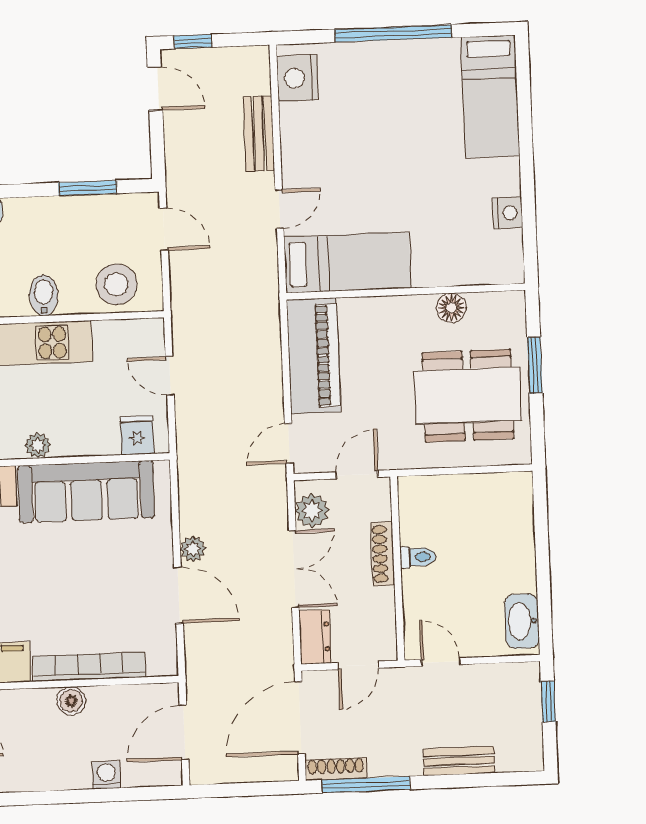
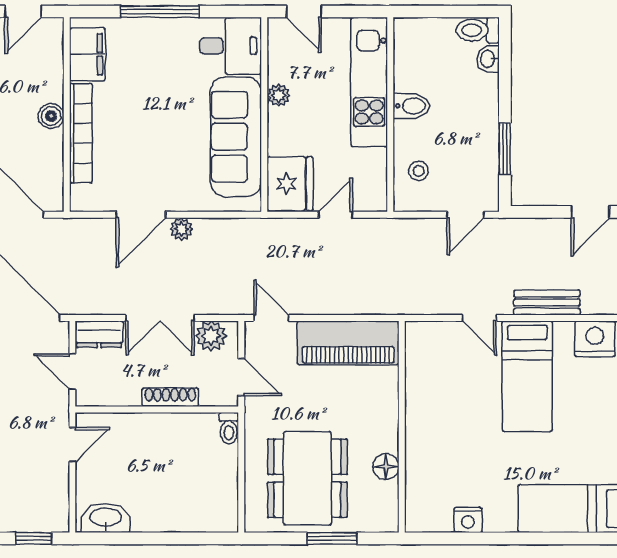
bed: (347, 263) -> (527, 376), moved
stool: (116, 284) -> (419, 171), width x0.53, depth x0.53
fridge: (137, 435) -> (290, 184), width x1.88, depth x1.34
toilet: (418, 557) -> (229, 428), moved

